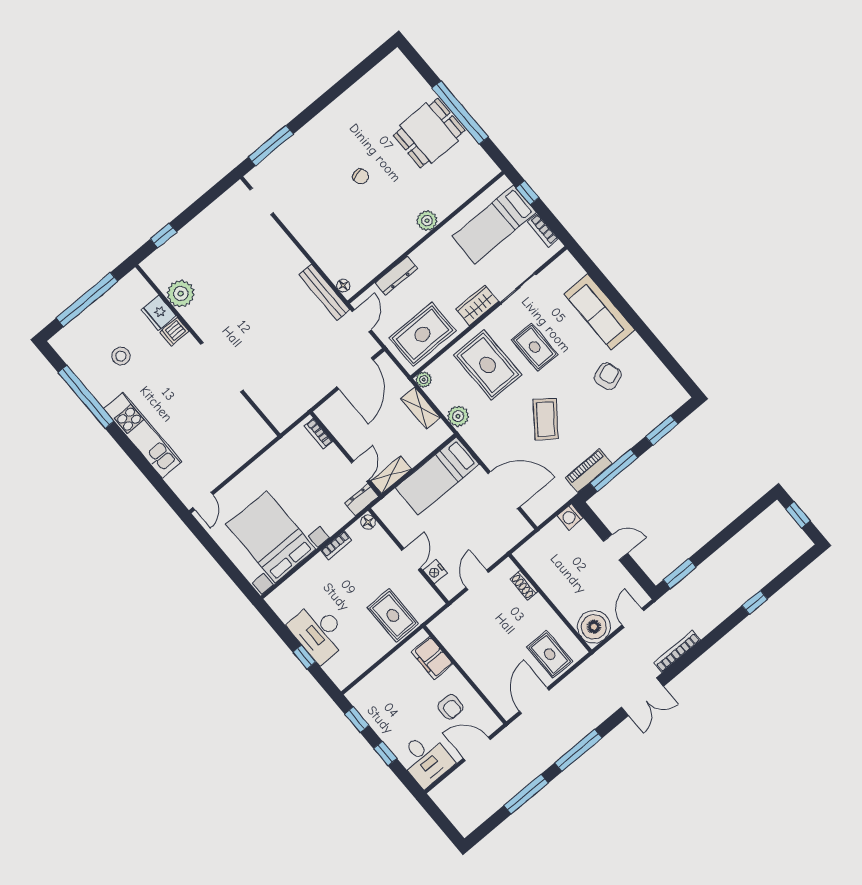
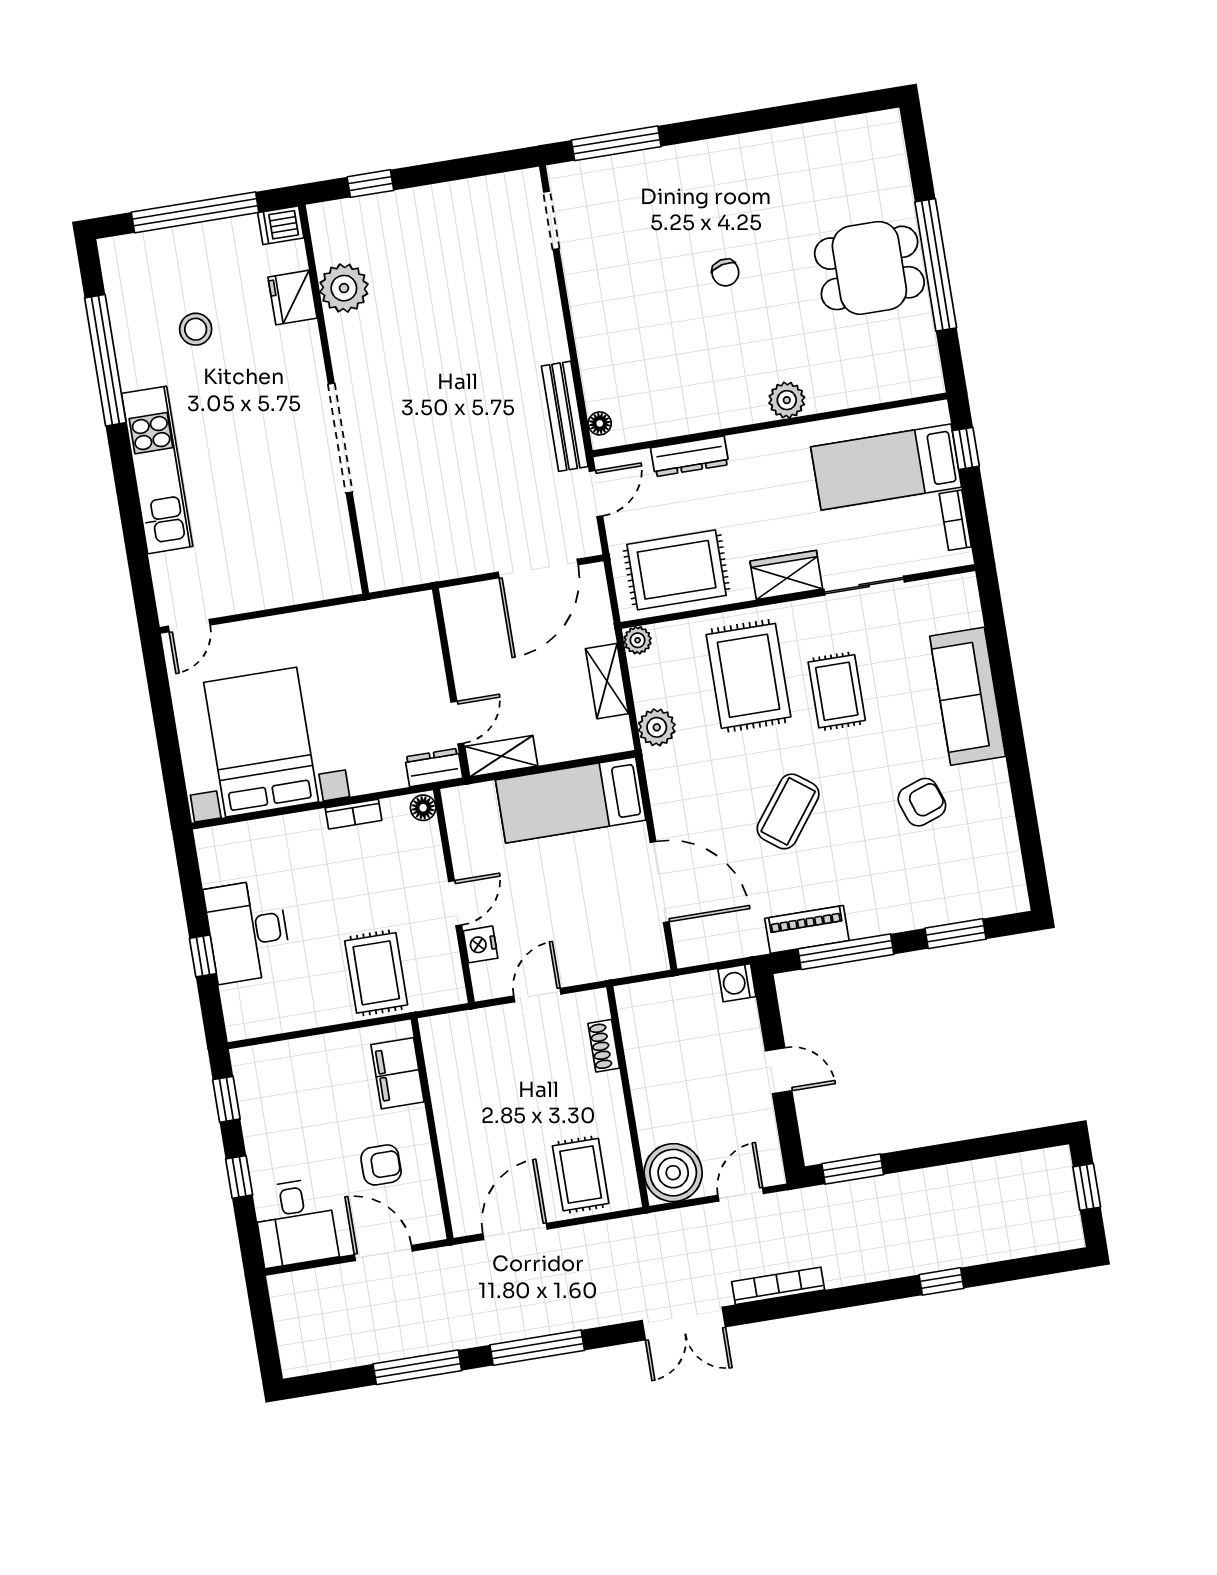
dishwasher: (174, 332) -> (281, 225), moved
bookcase: (318, 434) -> (427, 627), removed
armchair: (450, 707) -> (381, 1165), turned -90

